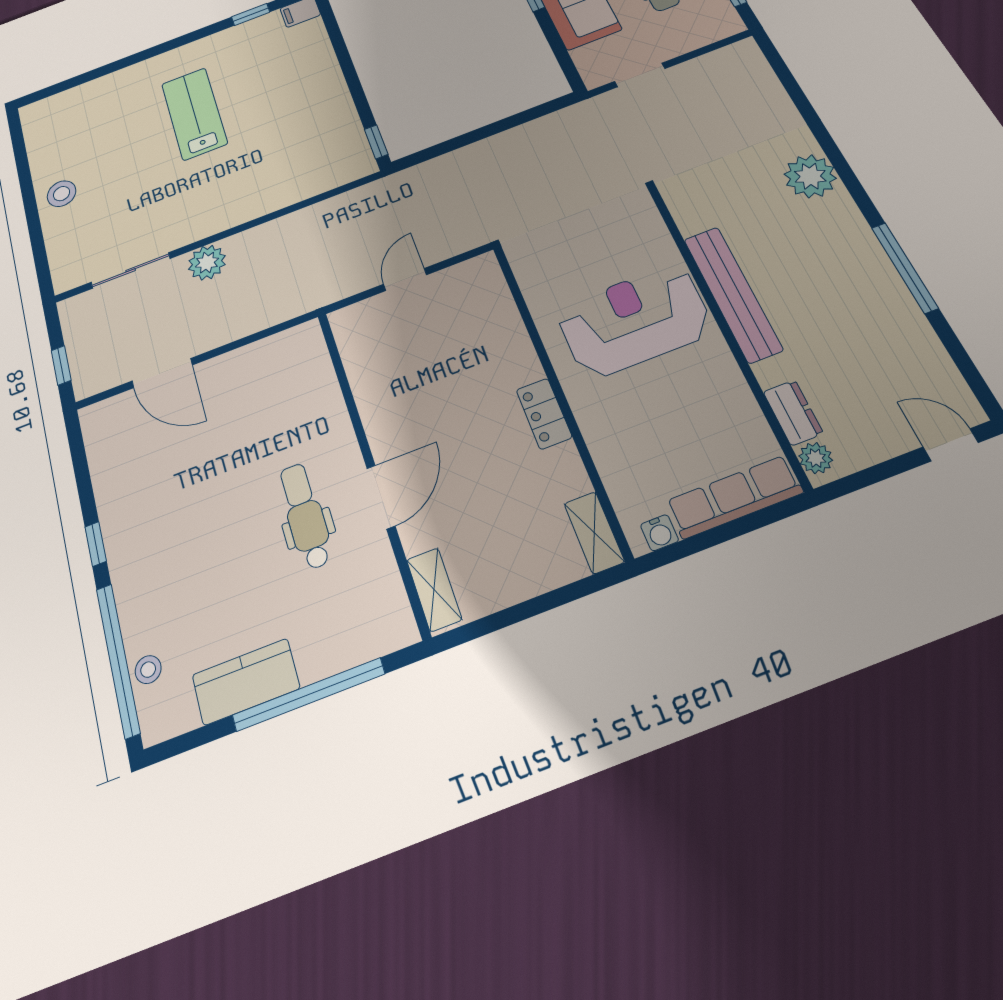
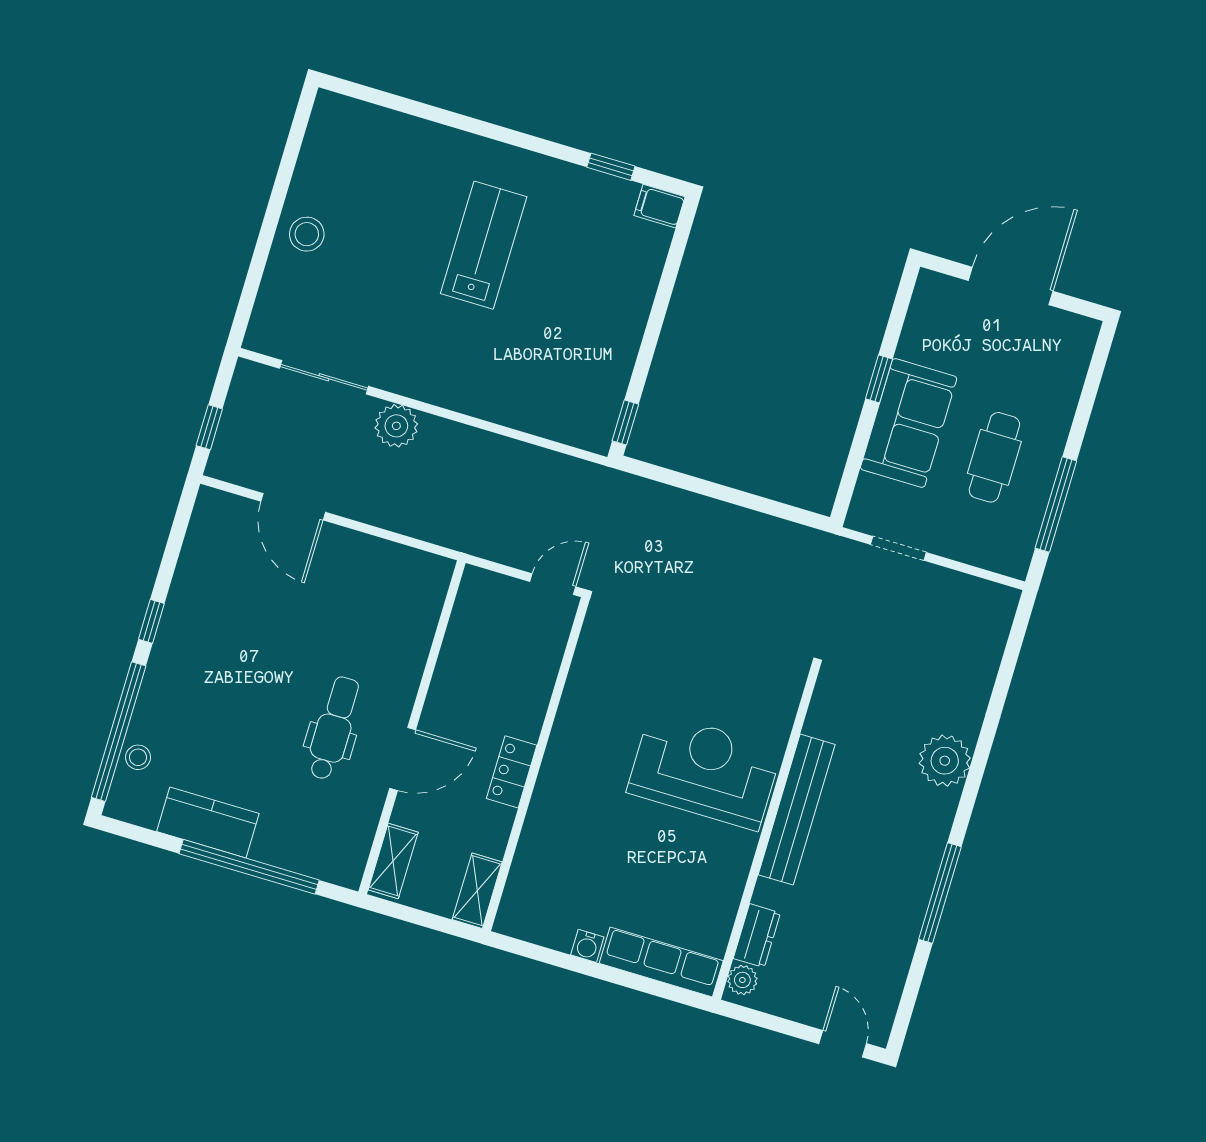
wall: (559, 393) -> (536, 764), moved
locker: (544, 414) -> (512, 772), moved
shelving: (594, 533) -> (477, 891), moved

